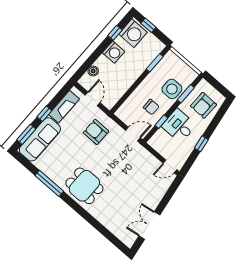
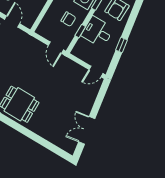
armchair: (96, 132) -> (21, 52), removed
door: (133, 134) -> (56, 48), swing flipped

